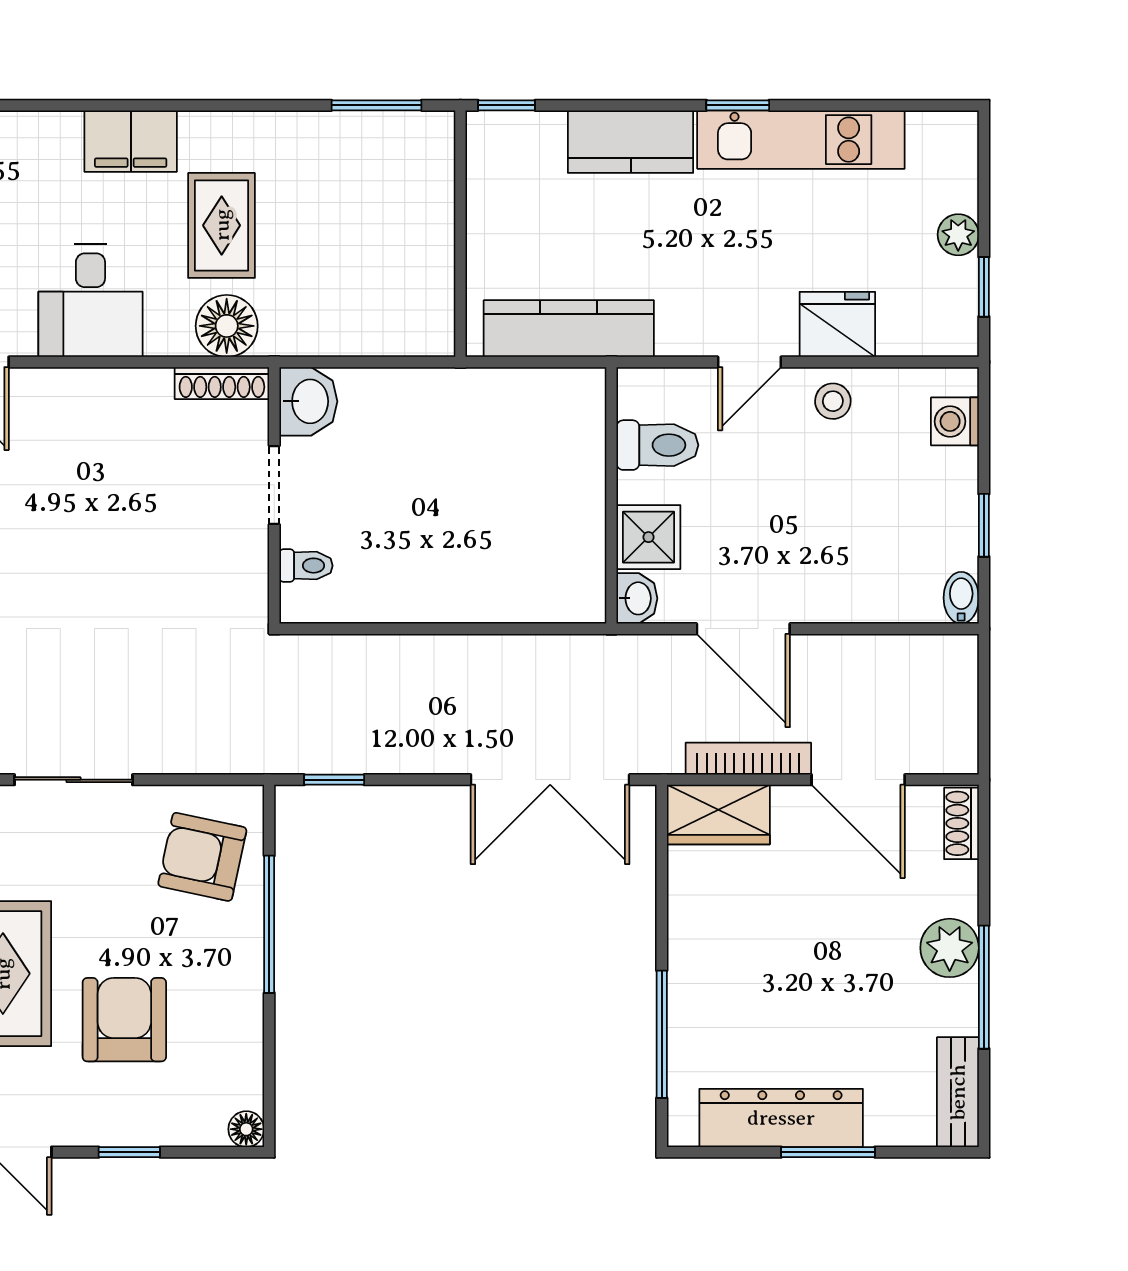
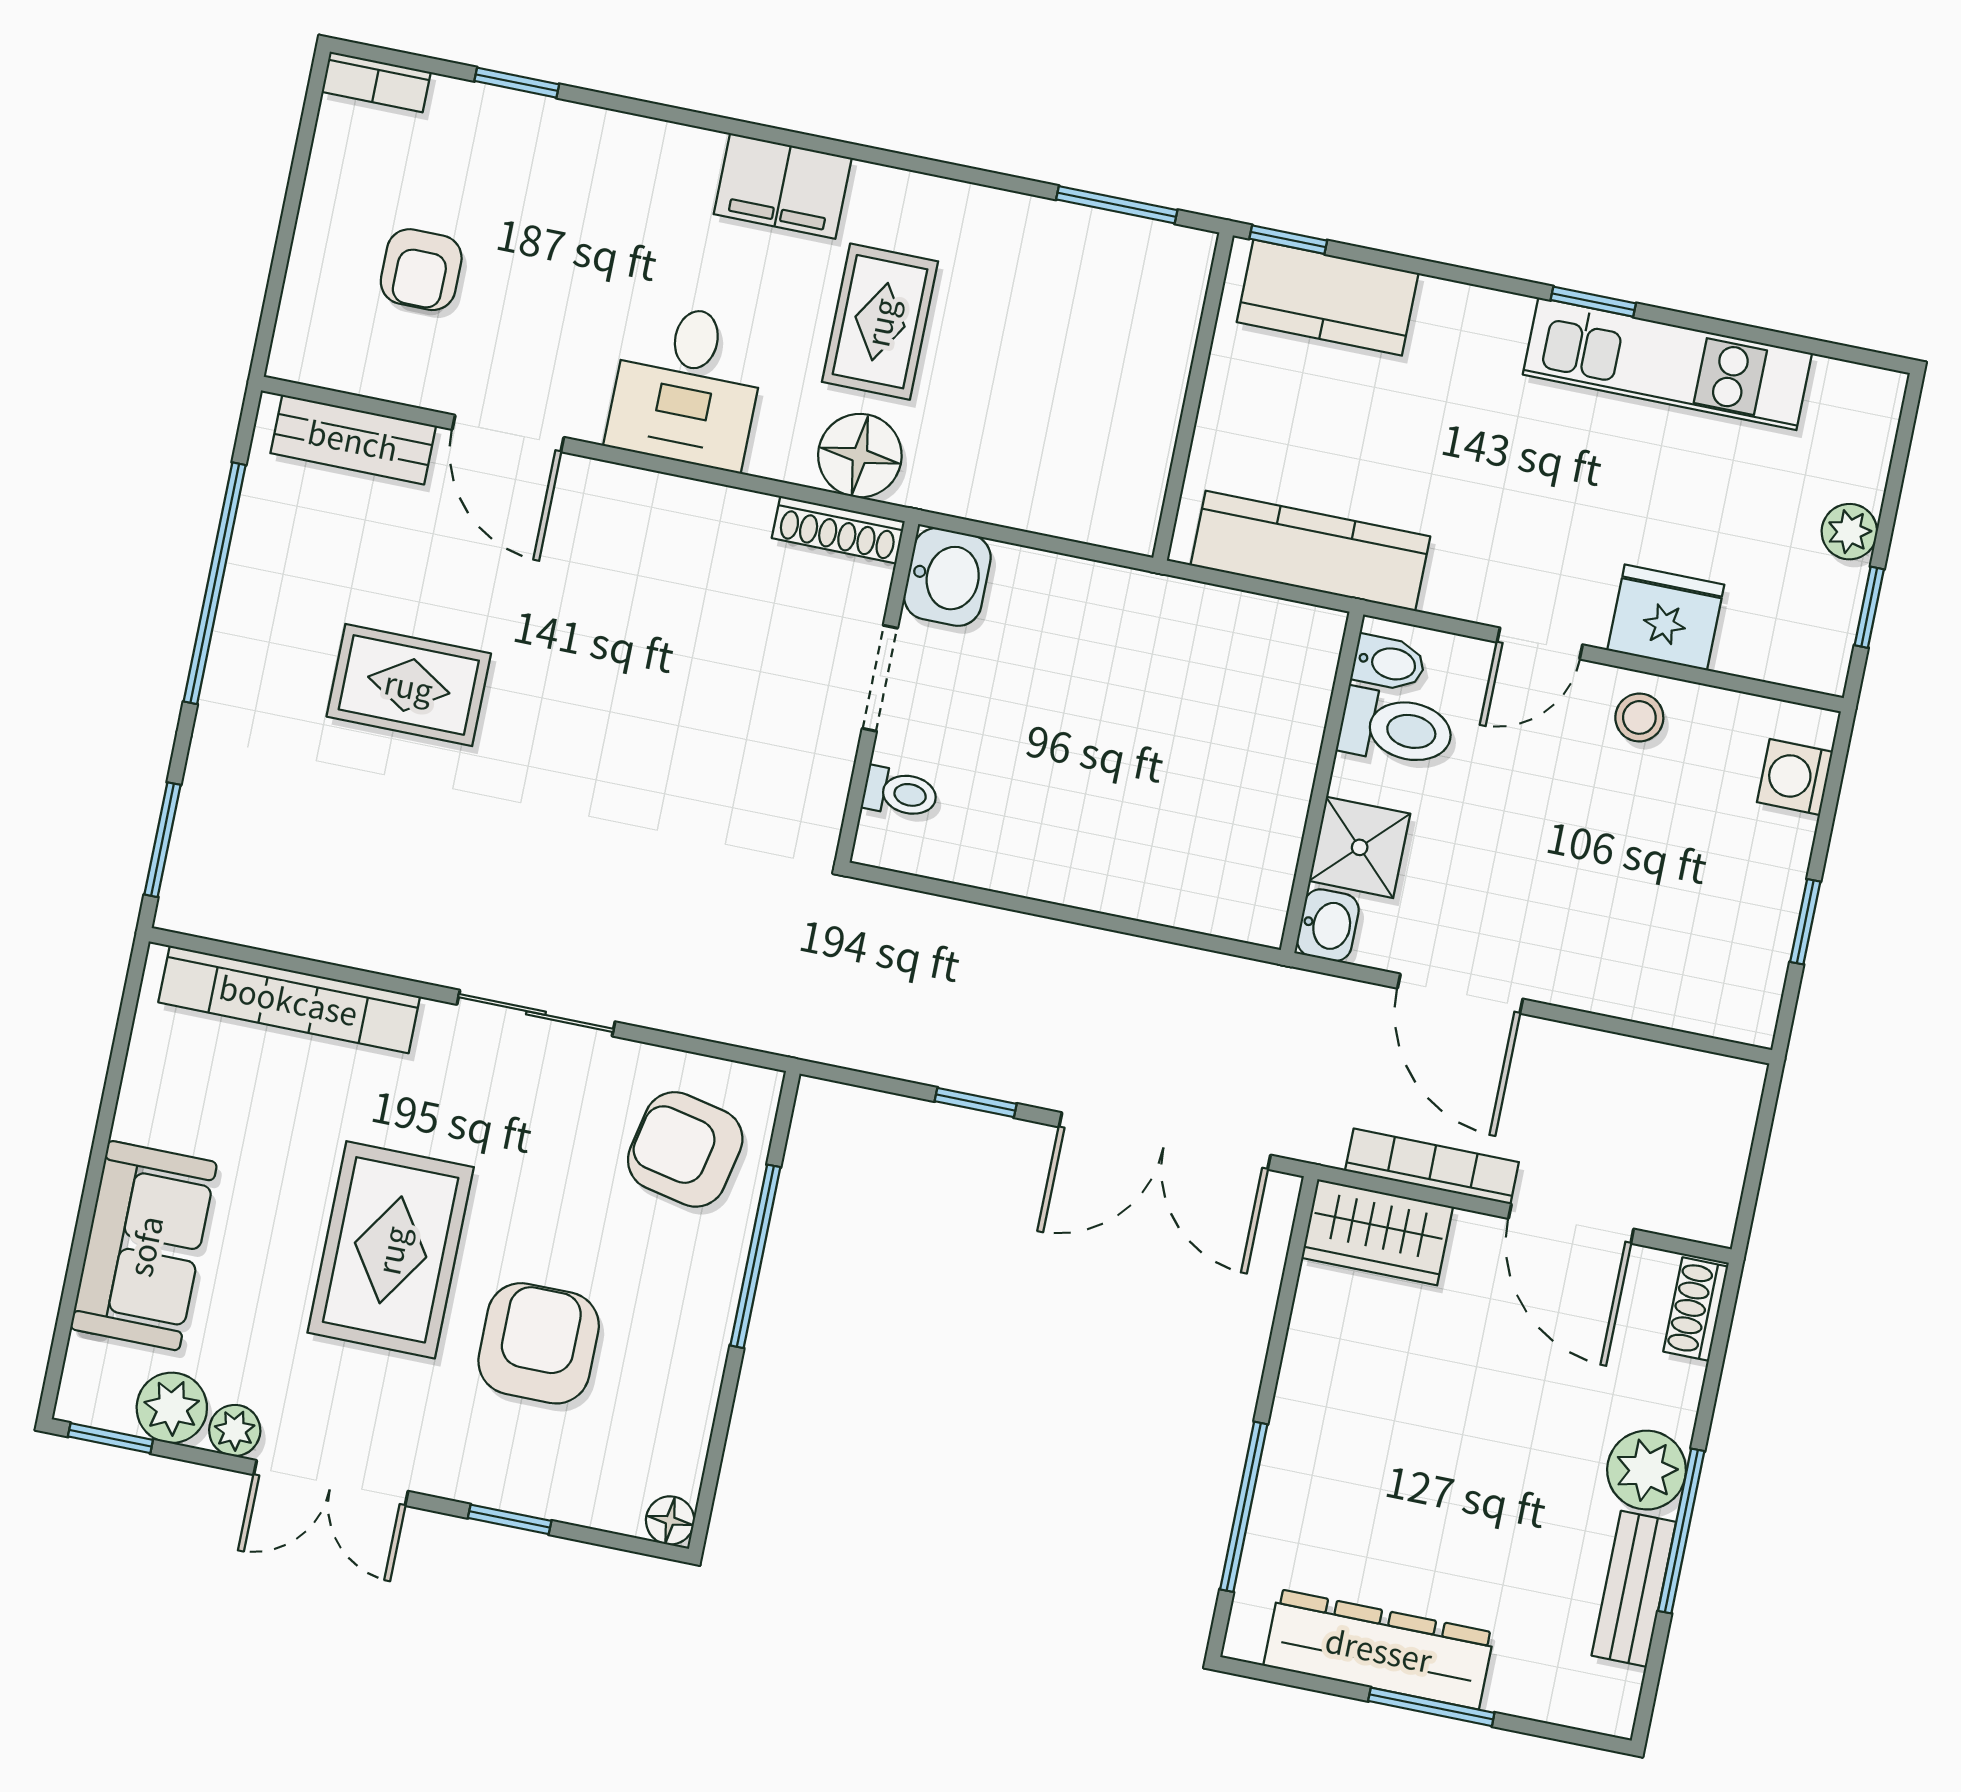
kitchen counter: (631, 142) -> (1328, 298), moved
bidet: (961, 598) -> (1389, 663), moved, turned 90
window: (334, 780) -> (976, 1103), moved
bench: (958, 1092) -> (1634, 1589), moved

